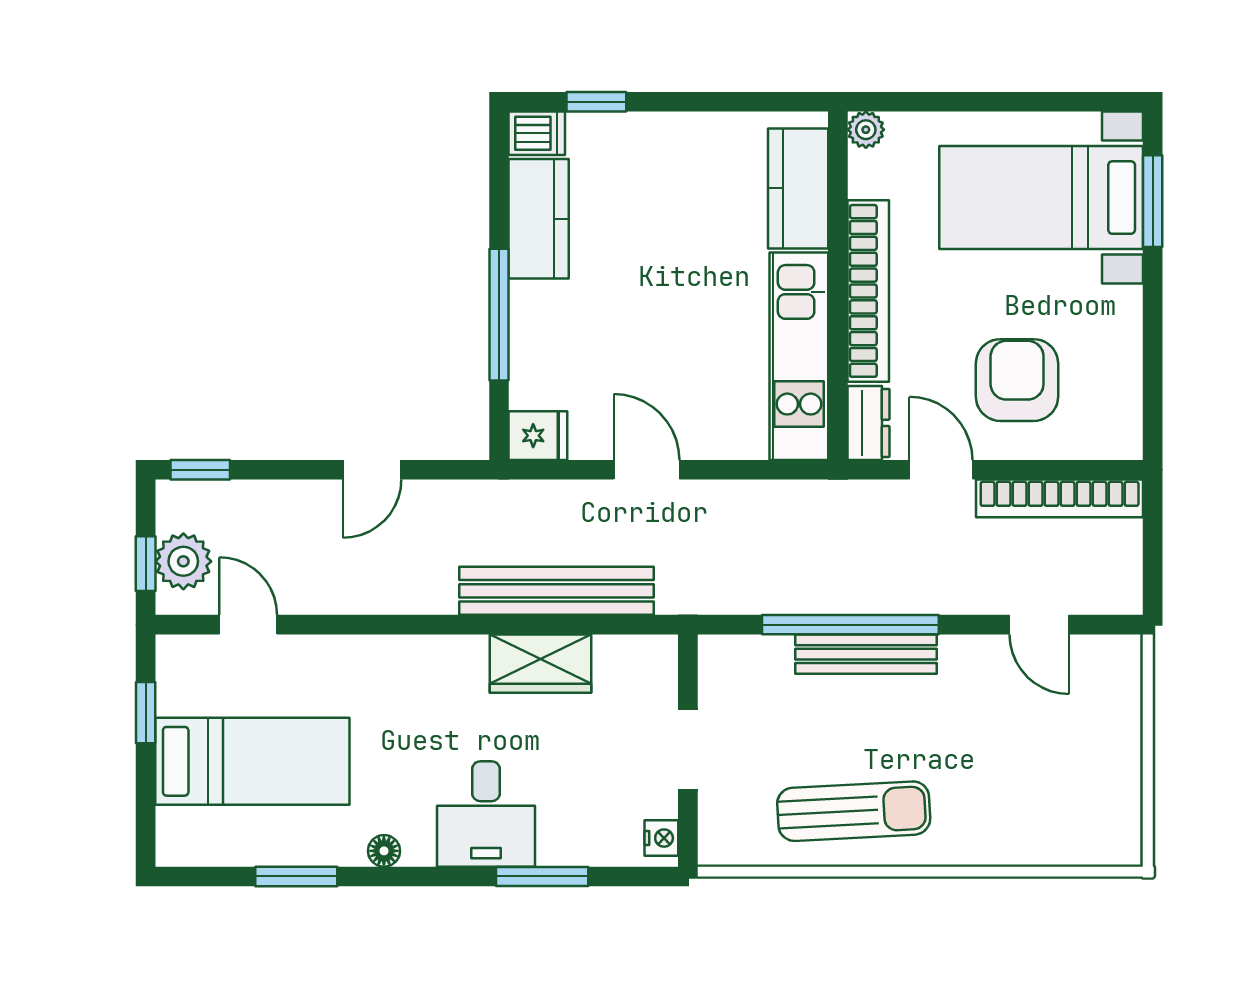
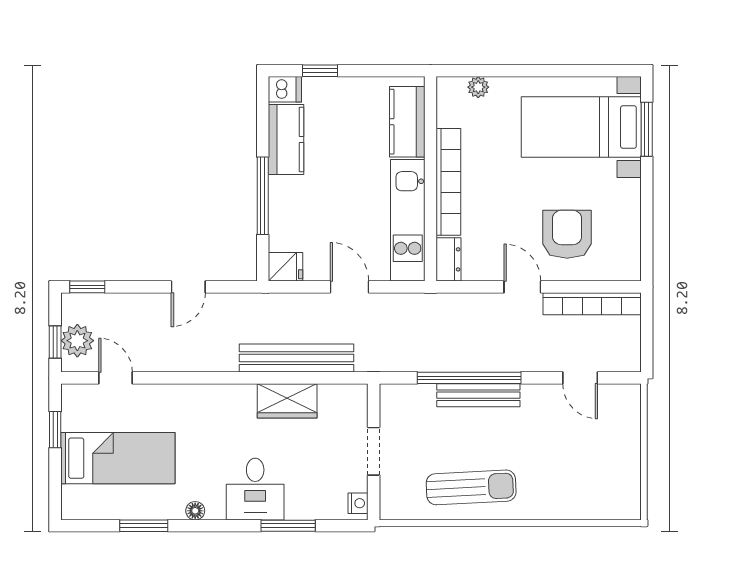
kitchen counter: (798, 188) -> (407, 122), moved
wall: (838, 286) -> (431, 179), moved
bookcase: (868, 291) -> (448, 182), moved
kitchen unit: (799, 356) -> (408, 220), moved
dresser: (869, 423) -> (449, 259), moved

